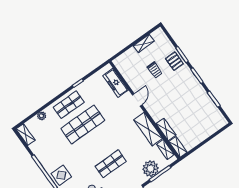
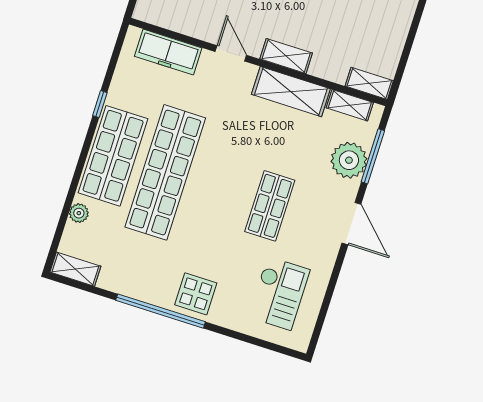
shop shelf: (69, 105) -> (113, 156), width x1.43, depth x1.36
shop shelf: (83, 124) -> (165, 172), width x1.40
shelving: (166, 129) -> (286, 56), moved

